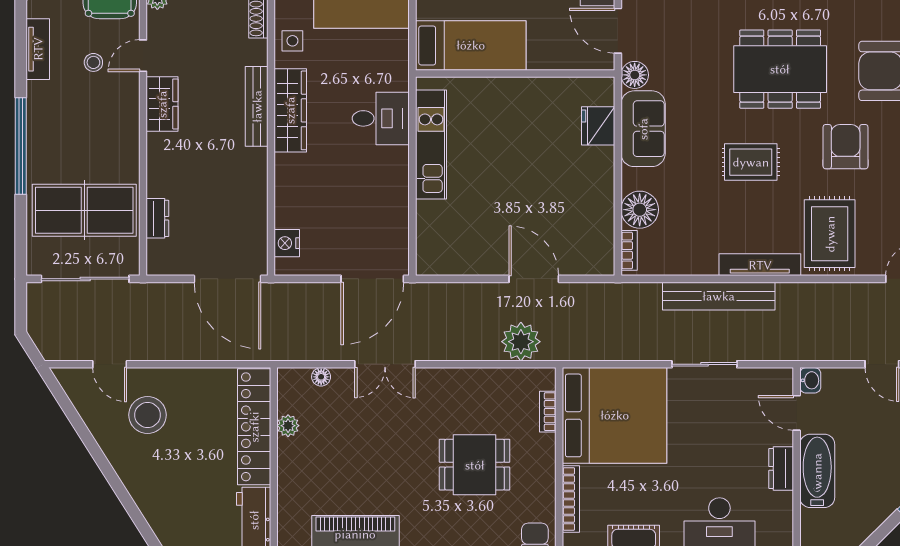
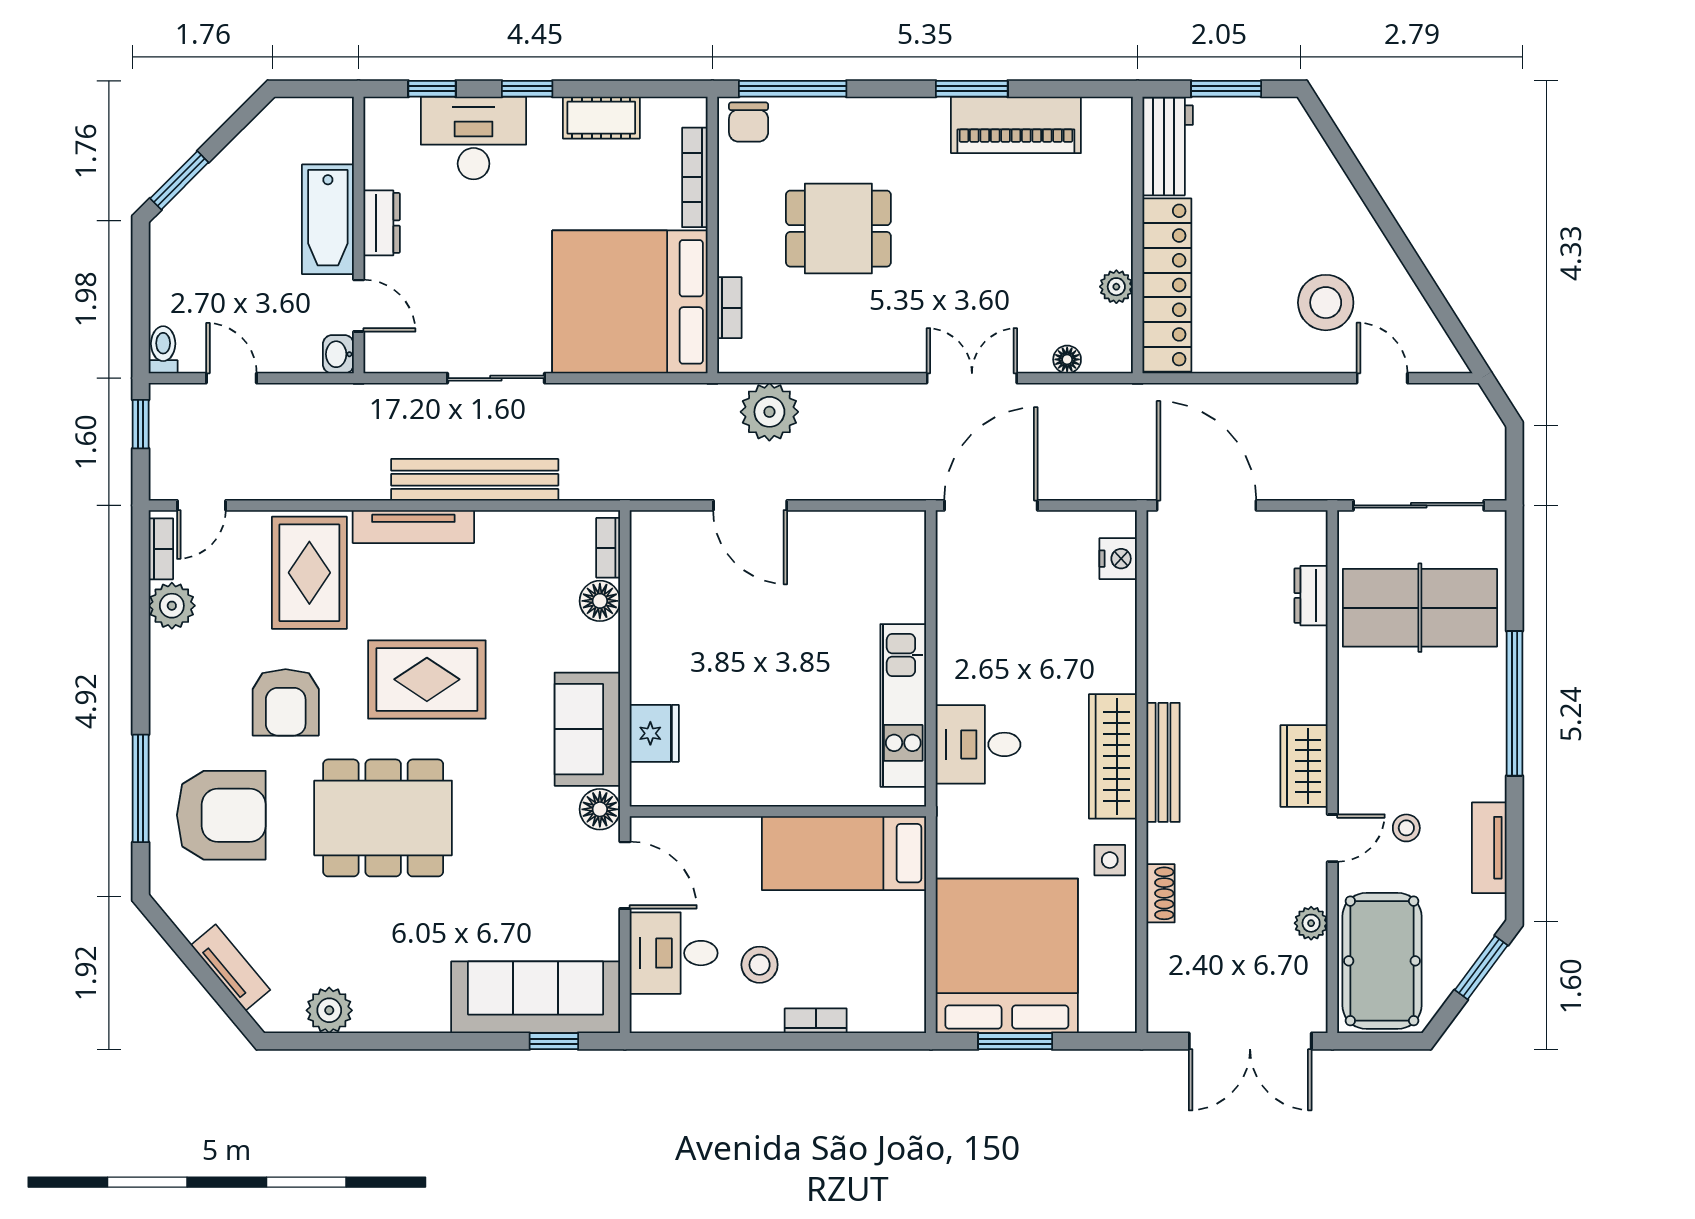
rug: (751, 162) -> (427, 679), width x1.36, depth x1.43
floor lamp: (640, 210) -> (600, 601), width x0.73, depth x0.73

